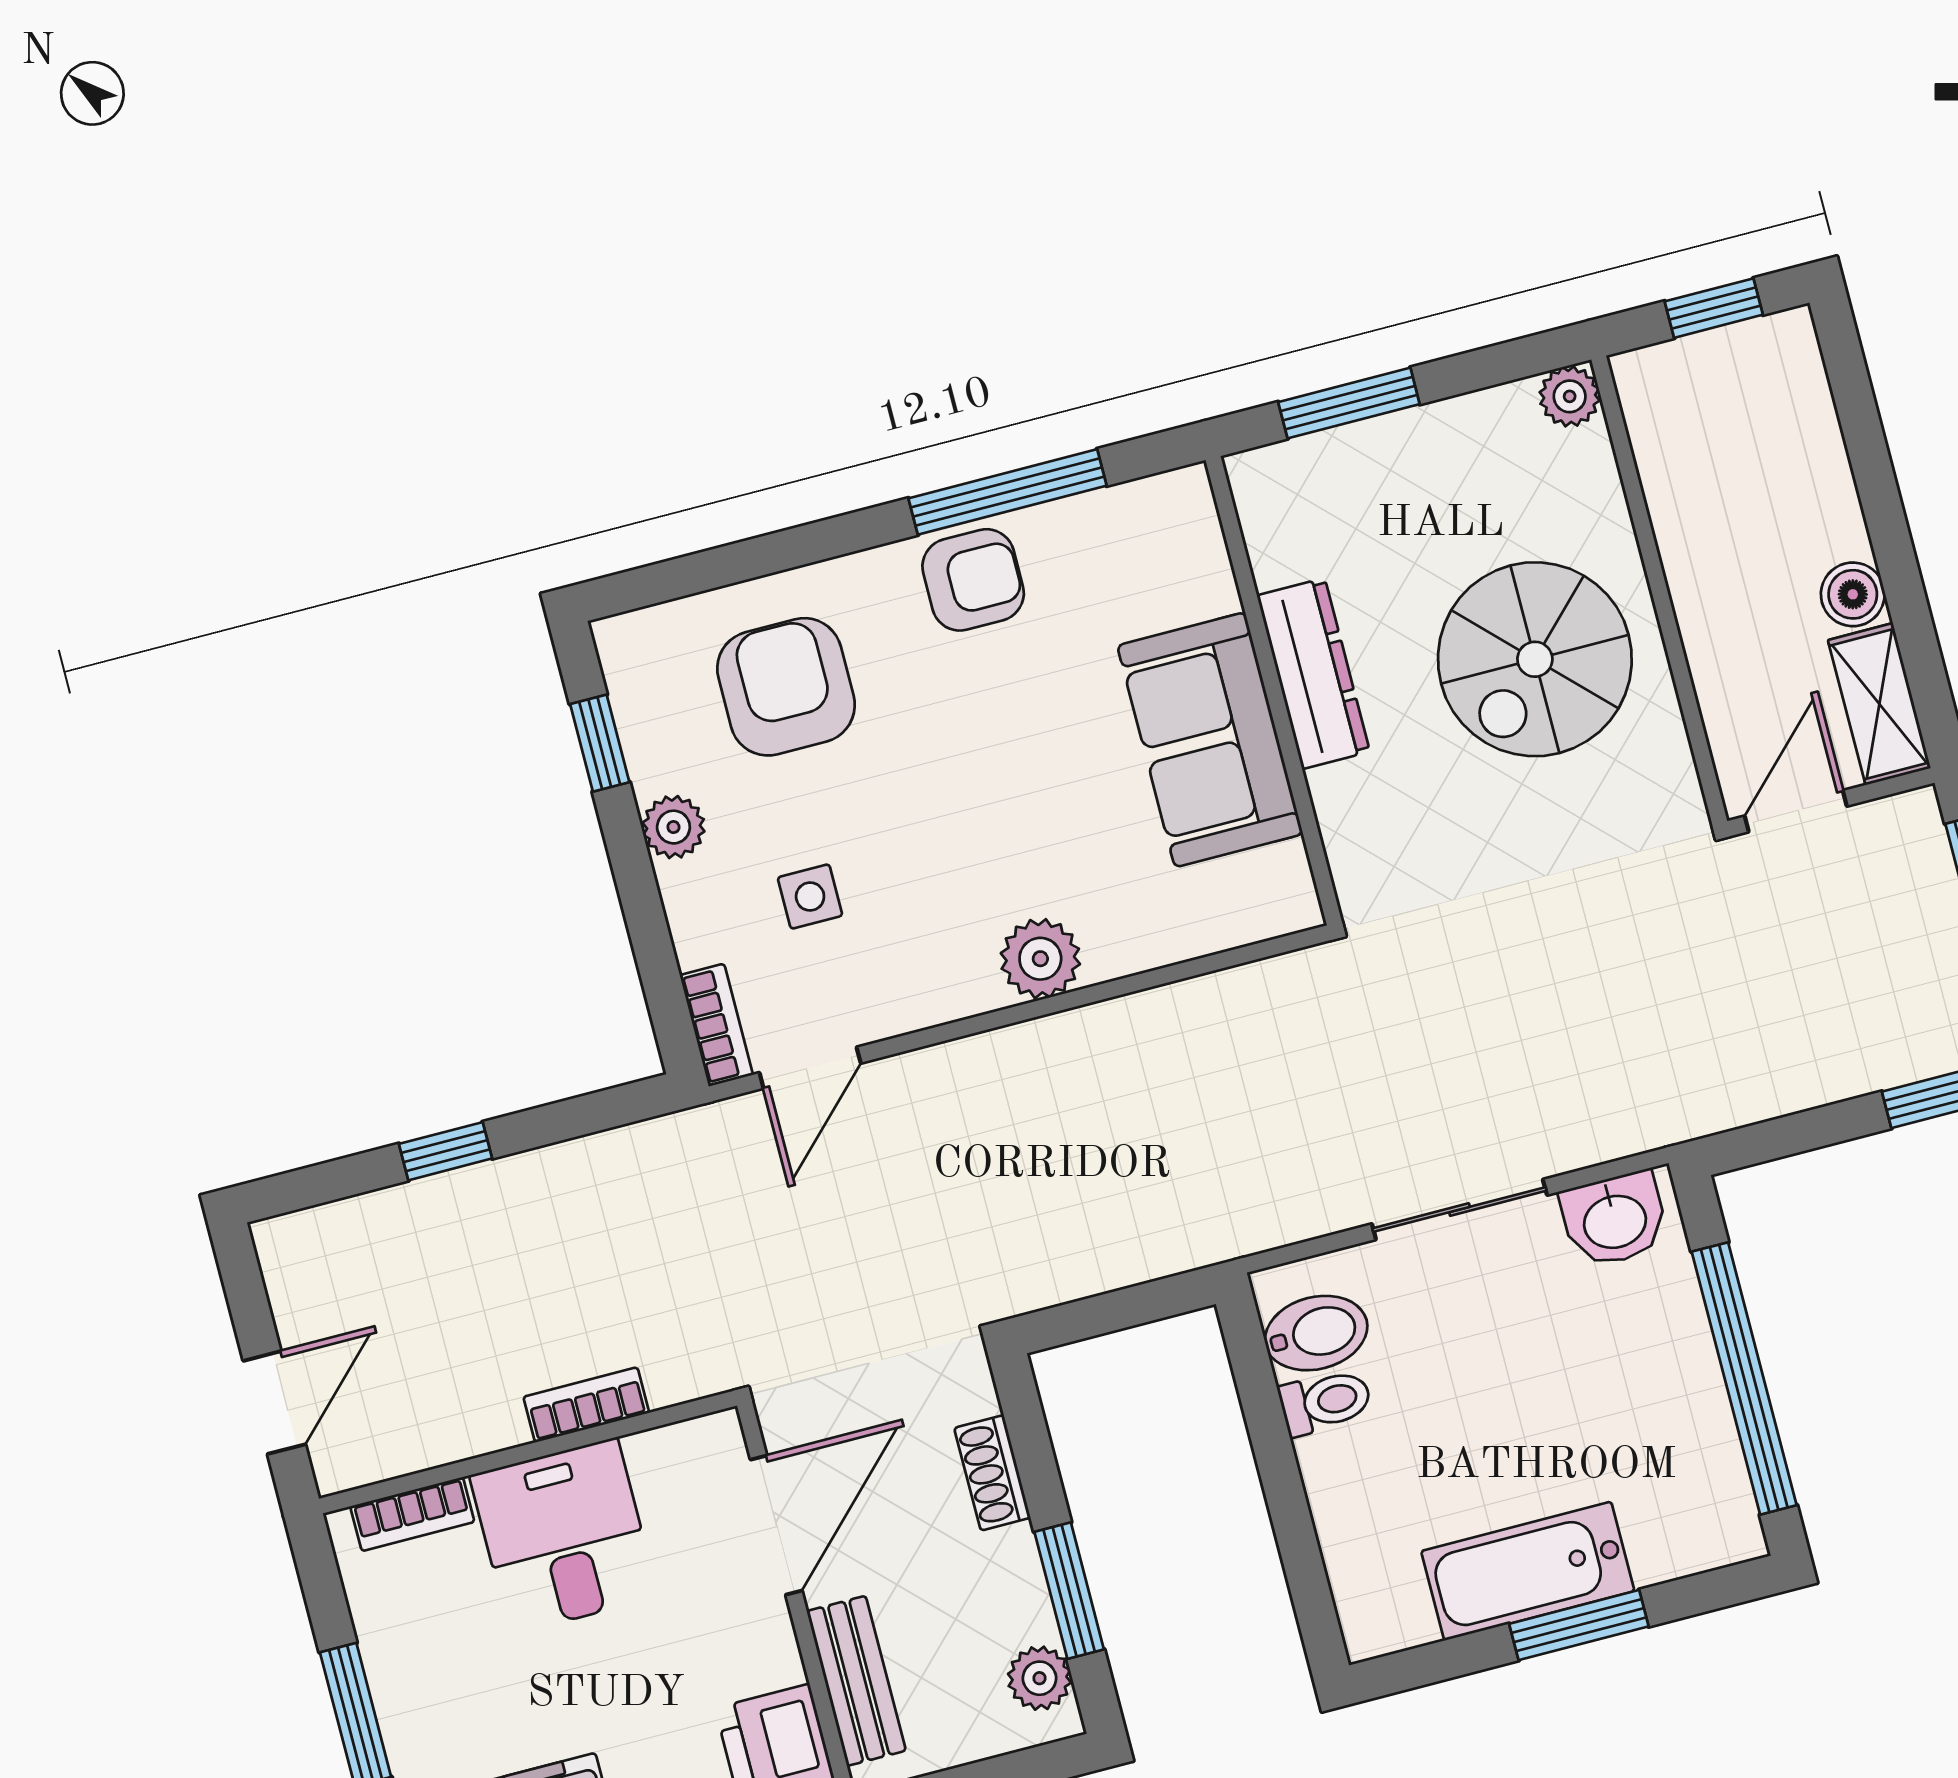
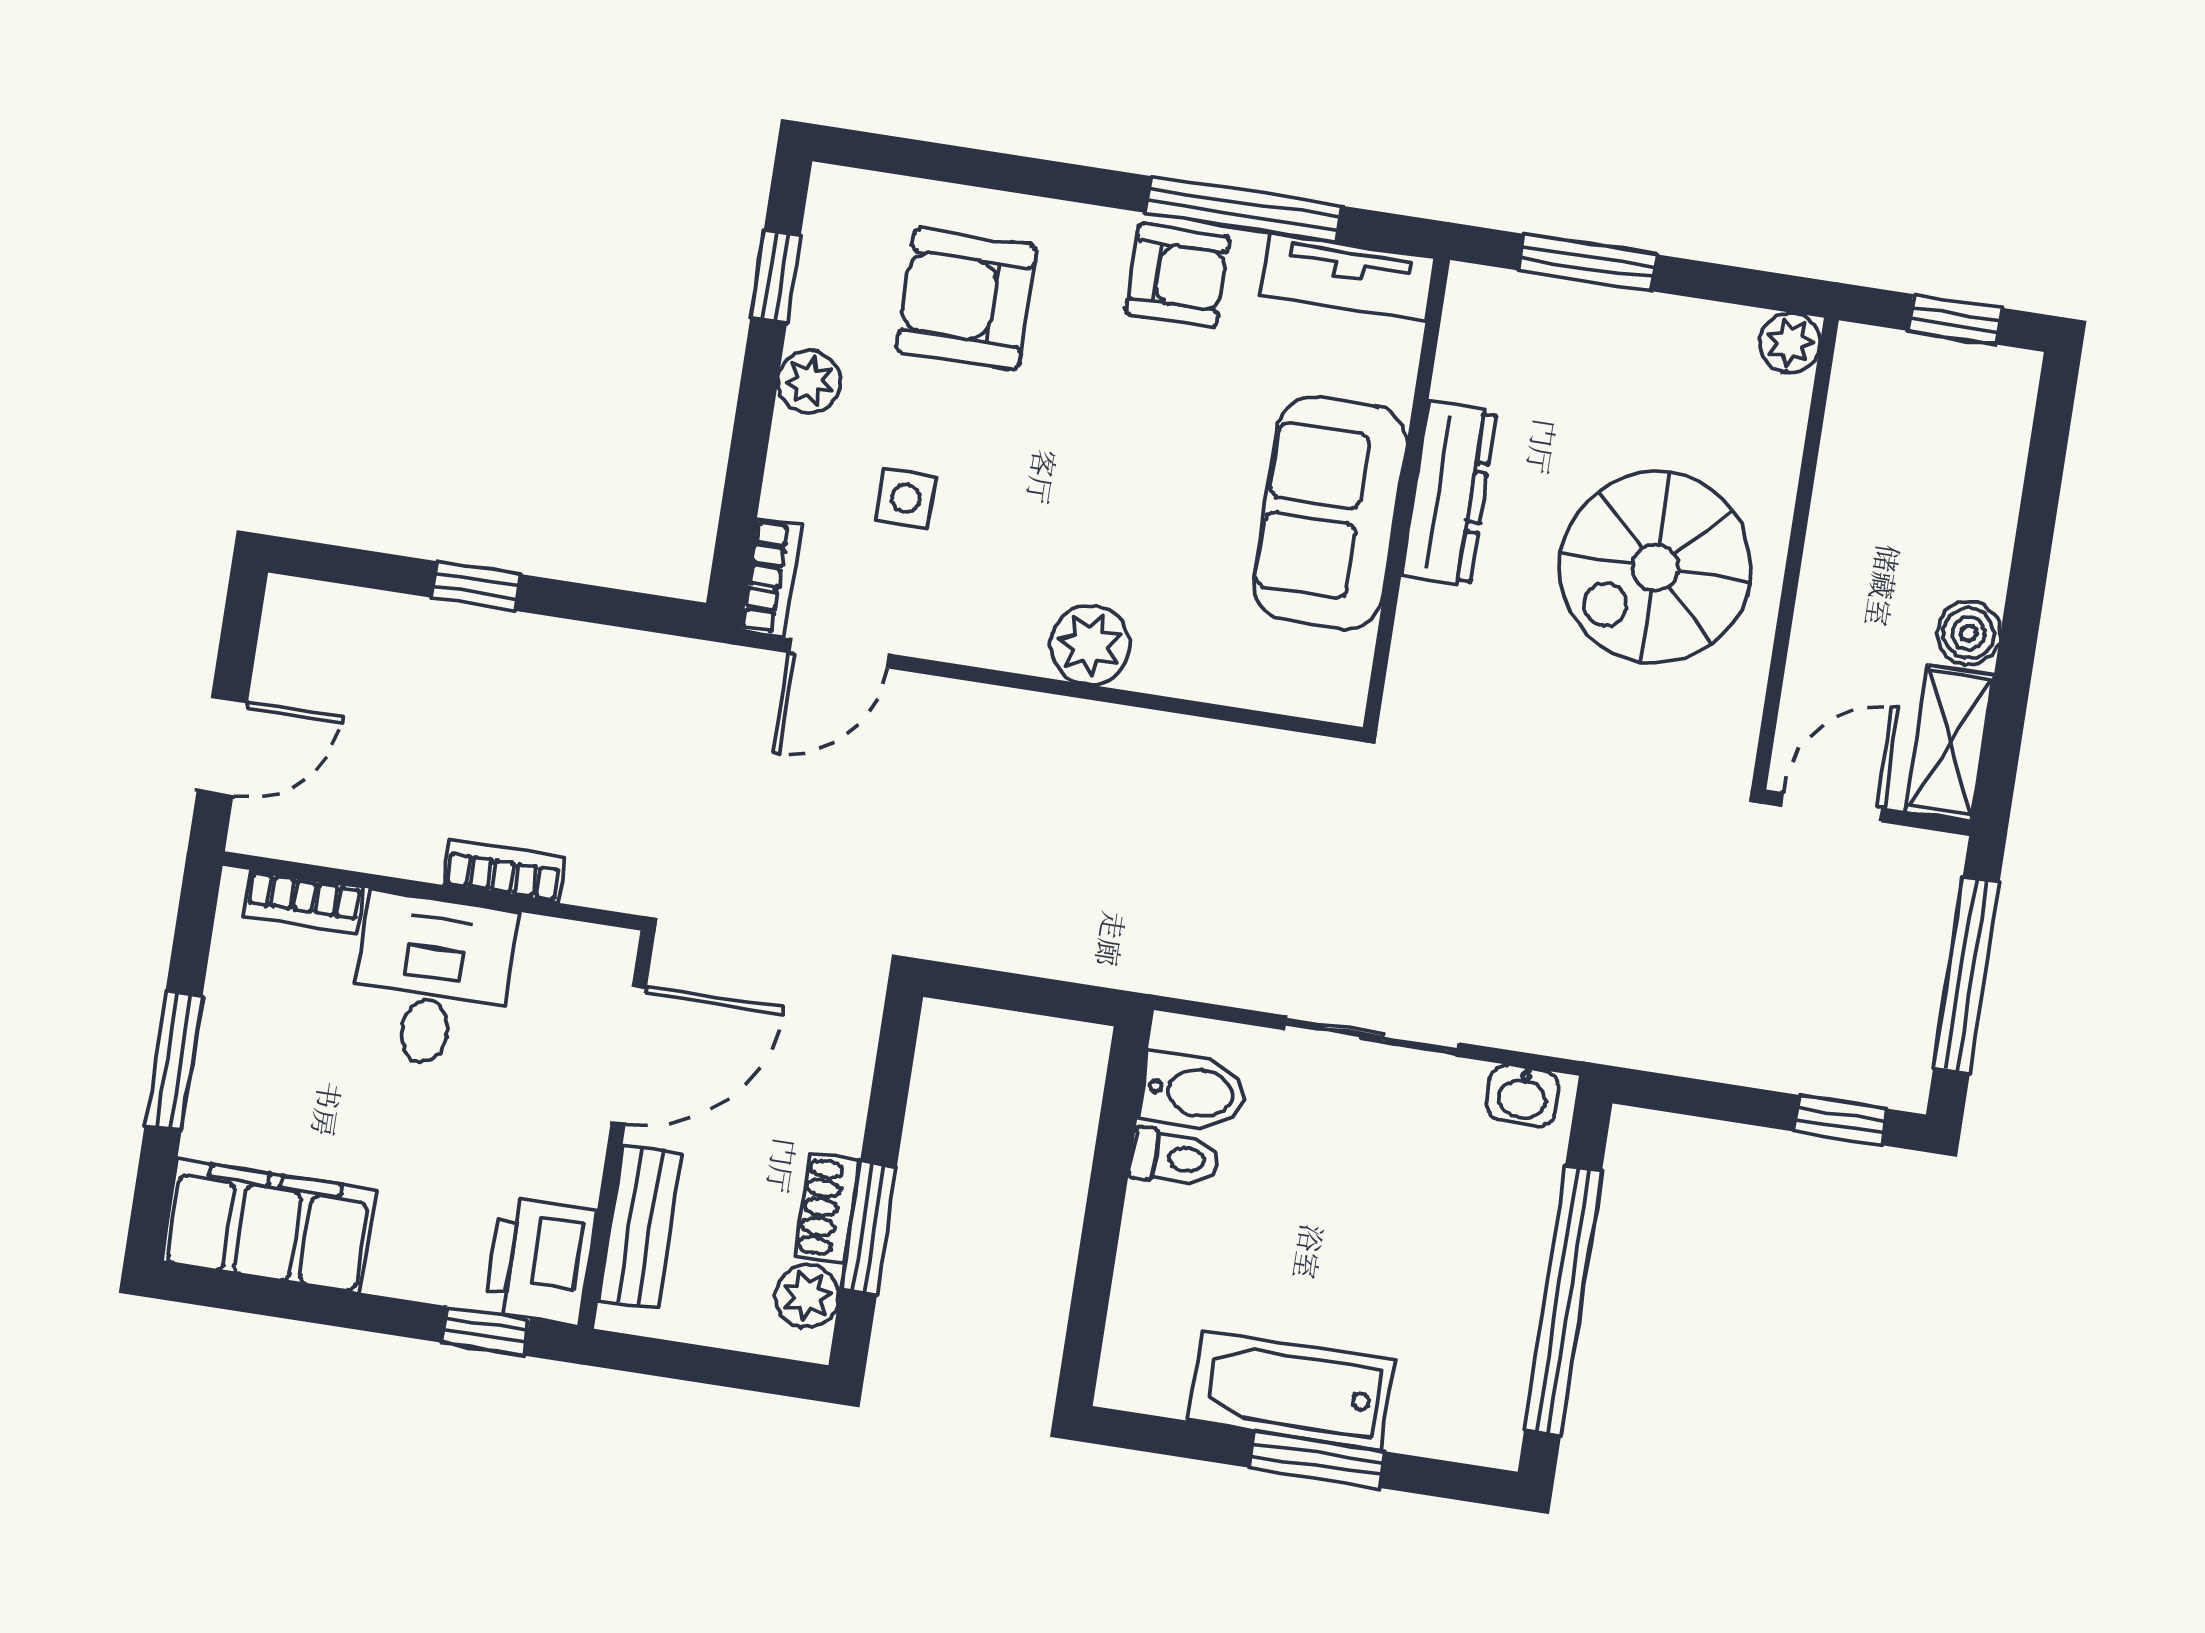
tv unit: (1132, 513) -> (1348, 277), added
armchair: (786, 687) -> (966, 299), turned -90
washbasin: (1614, 1219) -> (1523, 1096), width x0.72, depth x0.69
shoe rack: (992, 1473) -> (827, 1208), moved

